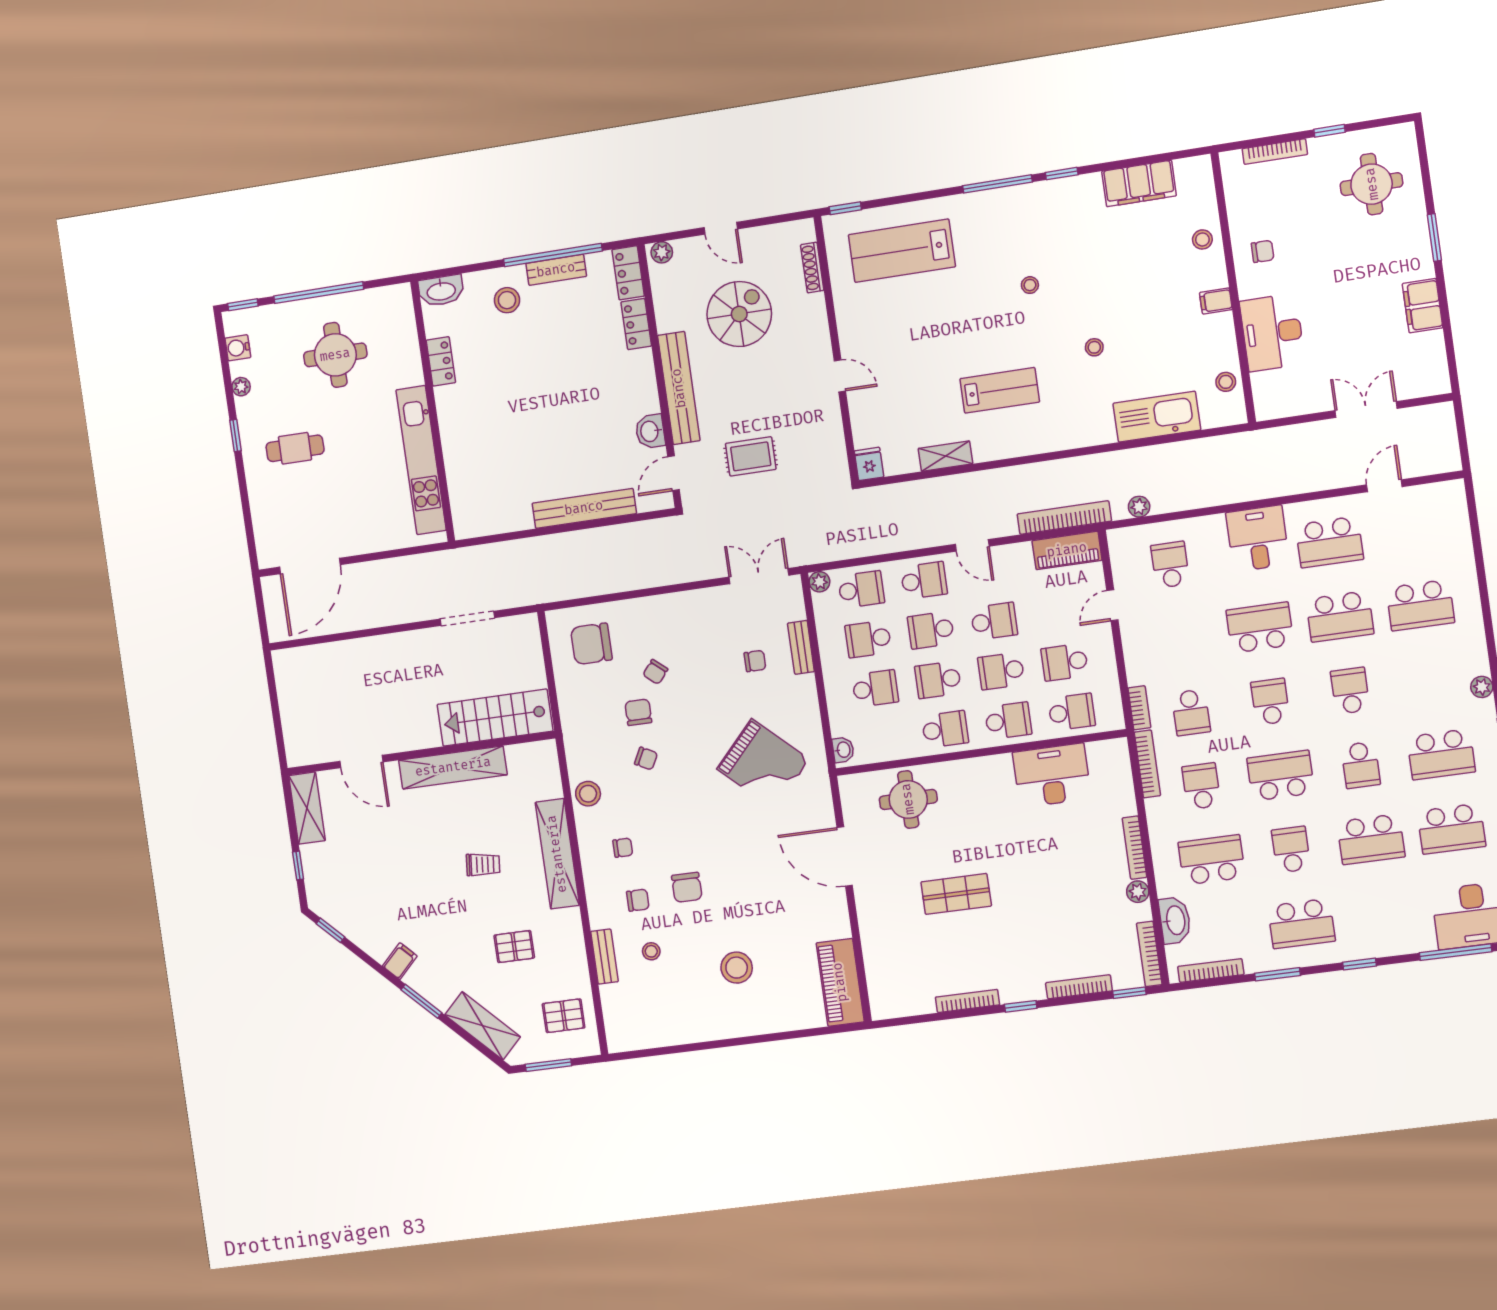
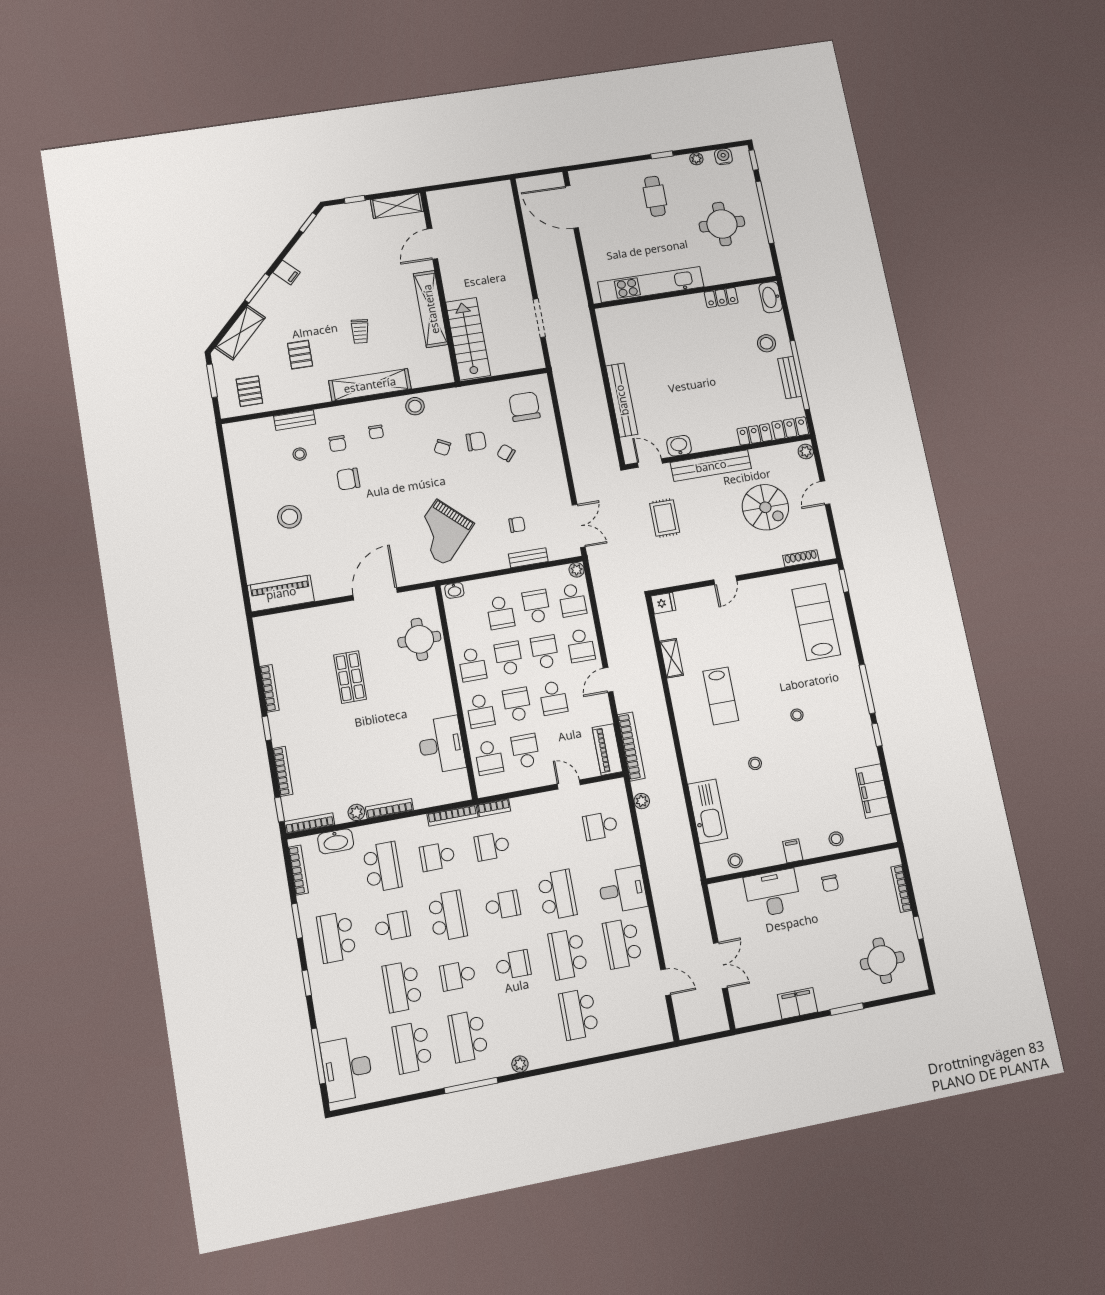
school desk: (1170, 565) -> (600, 826), turned 180
chair: (755, 661) -> (517, 525), turned -90
school desk: (1201, 786) -> (437, 857), turned 180

